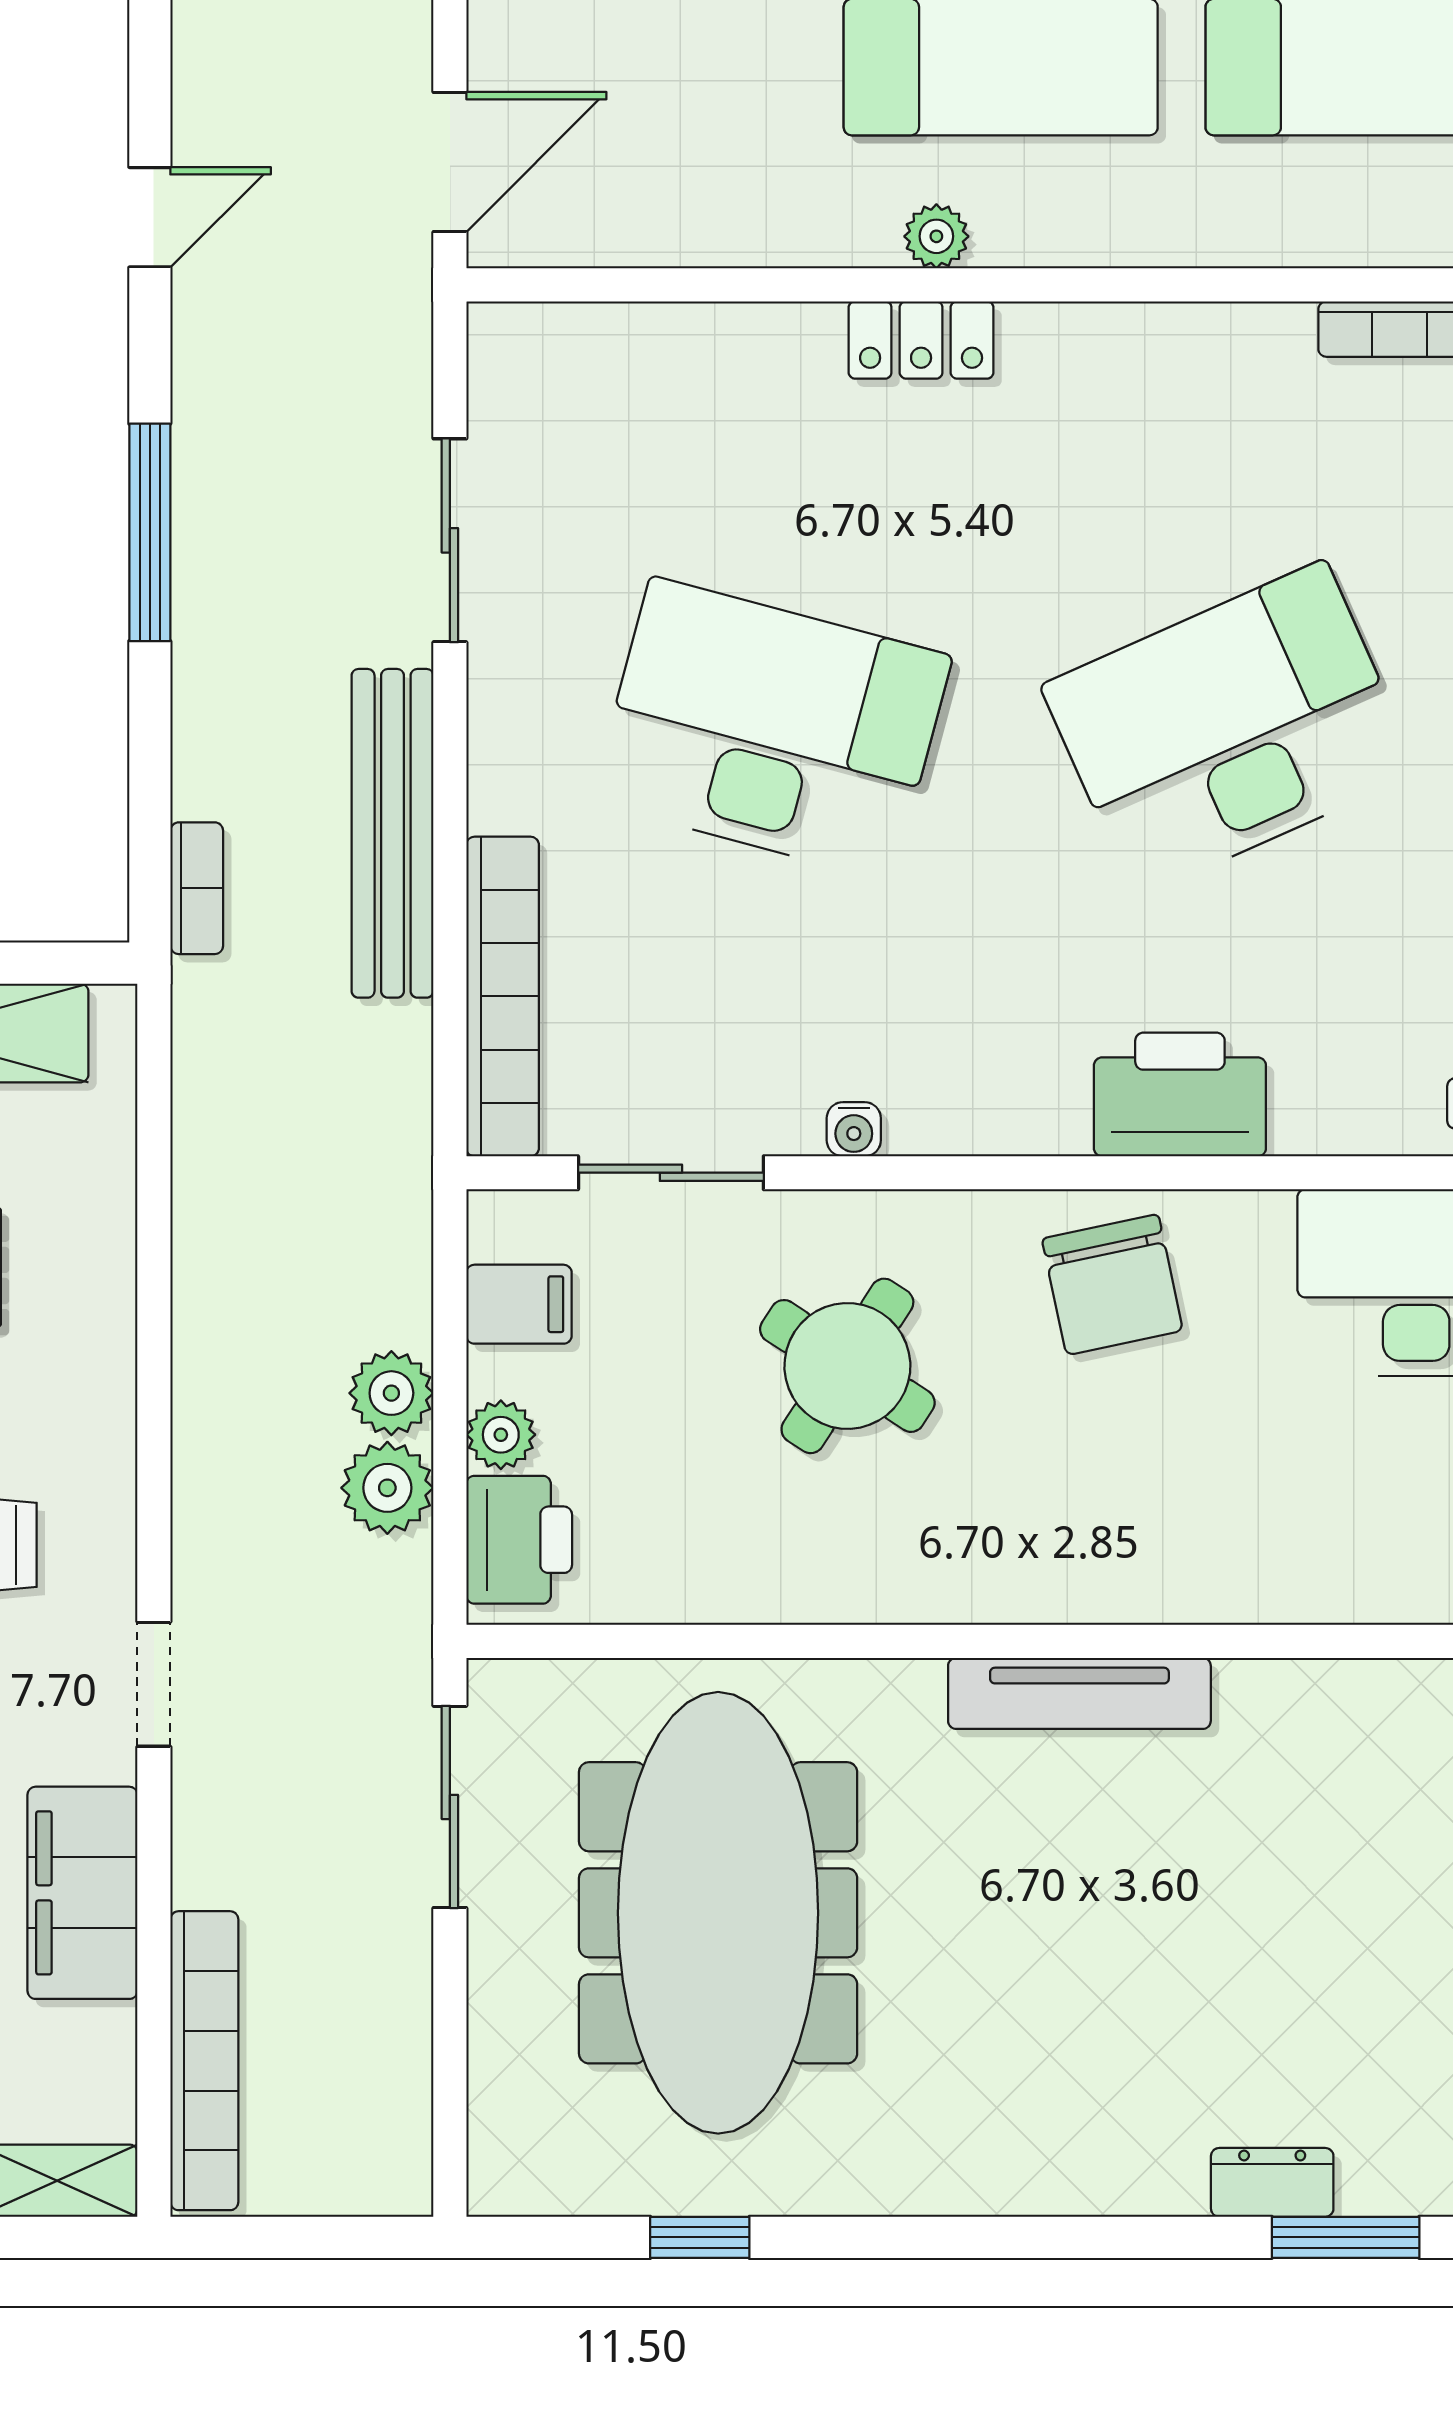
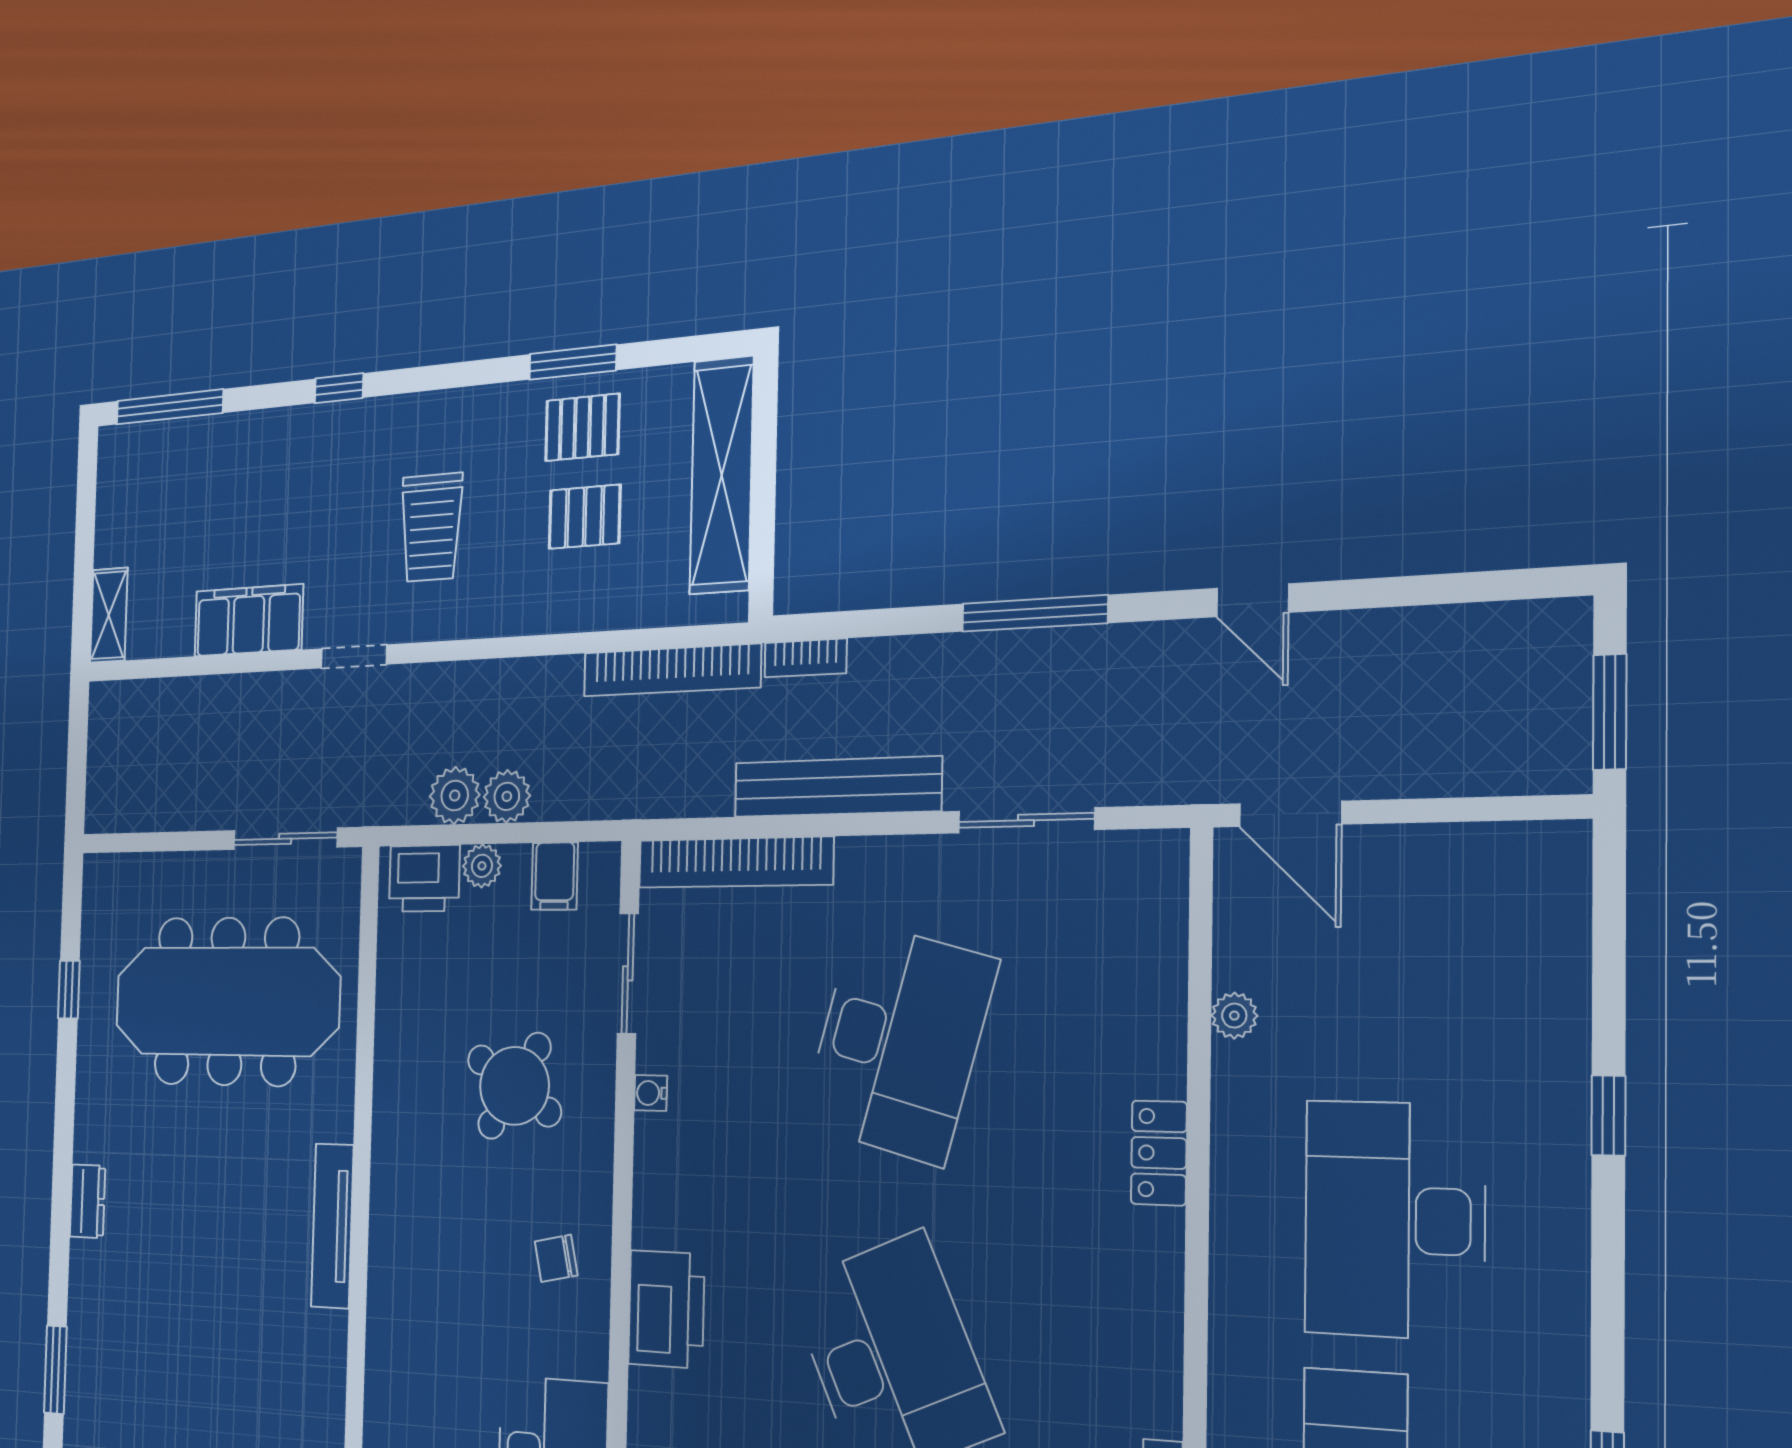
plant: (936, 236) -> (1234, 1016), moved
chair: (1112, 1285) -> (556, 1258), width x0.54, depth x0.54
bookcase: (204, 2061) -> (672, 670), moved
dresser: (1272, 2182) -> (88, 1201), moved

